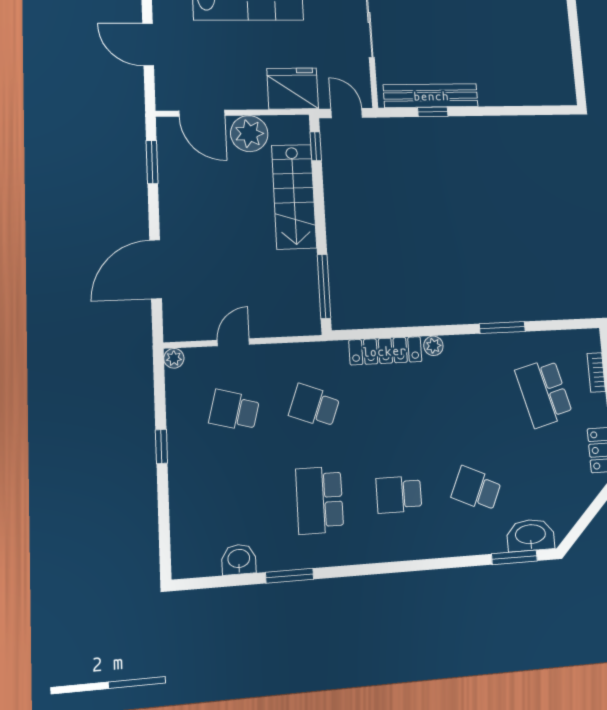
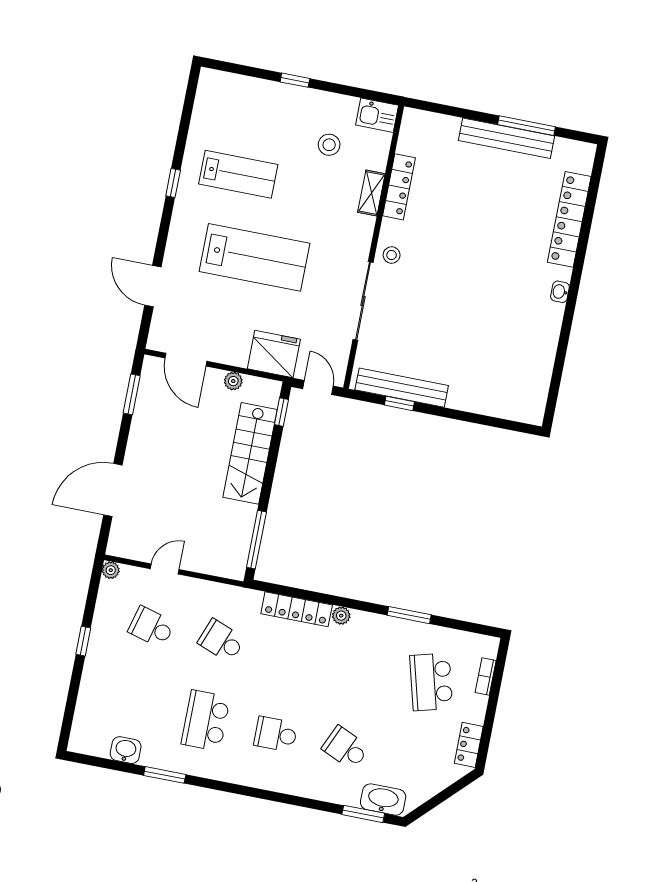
plant: (249, 134) -> (233, 381), width x0.53, depth x0.53

